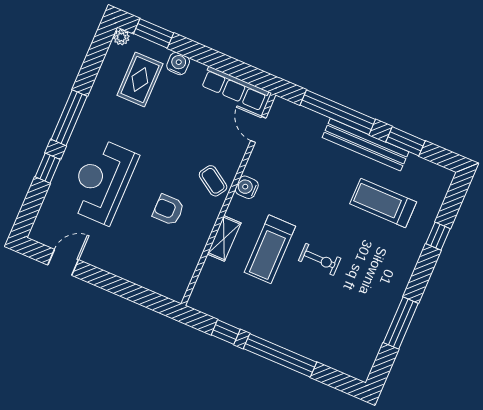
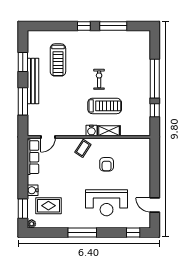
window: (338, 112) -> (23, 101), width x0.68
window: (48, 168) -> (133, 232), moved
water cooler: (247, 187) -> (91, 130), moved
window: (438, 236) -> (84, 26), moved

